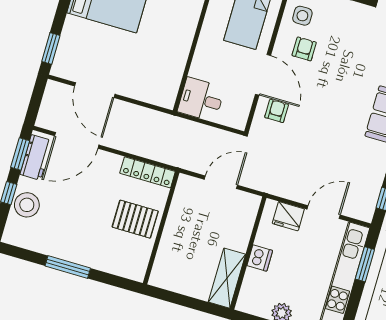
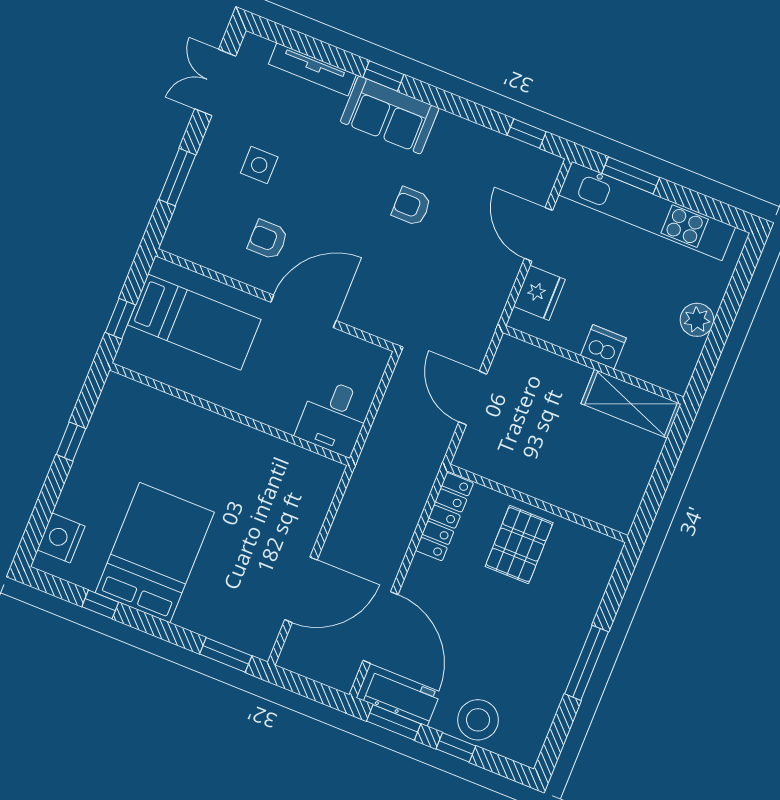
side table: (302, 16) -> (259, 165), moved
armchair: (277, 111) -> (411, 206), moved

